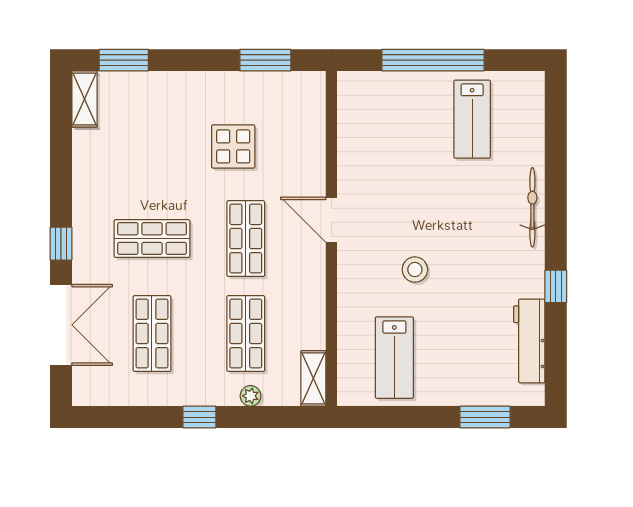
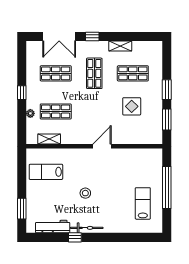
window: (124, 60) -> (167, 90), moved
shelving: (84, 99) -> (120, 46), moved
lab bench: (472, 119) -> (143, 203), turned 90
bicycle: (532, 207) -> (87, 228), moved
shop shelf: (246, 239) -> (133, 73), moved
stool: (415, 270) -> (85, 193), moved
shelving: (313, 378) -> (49, 139), moved

